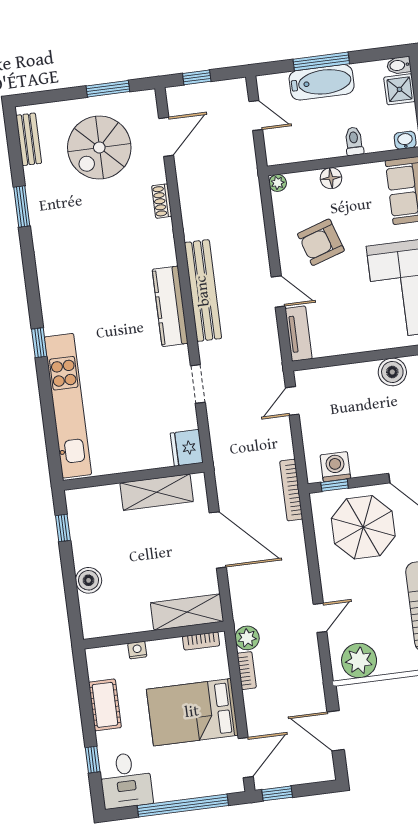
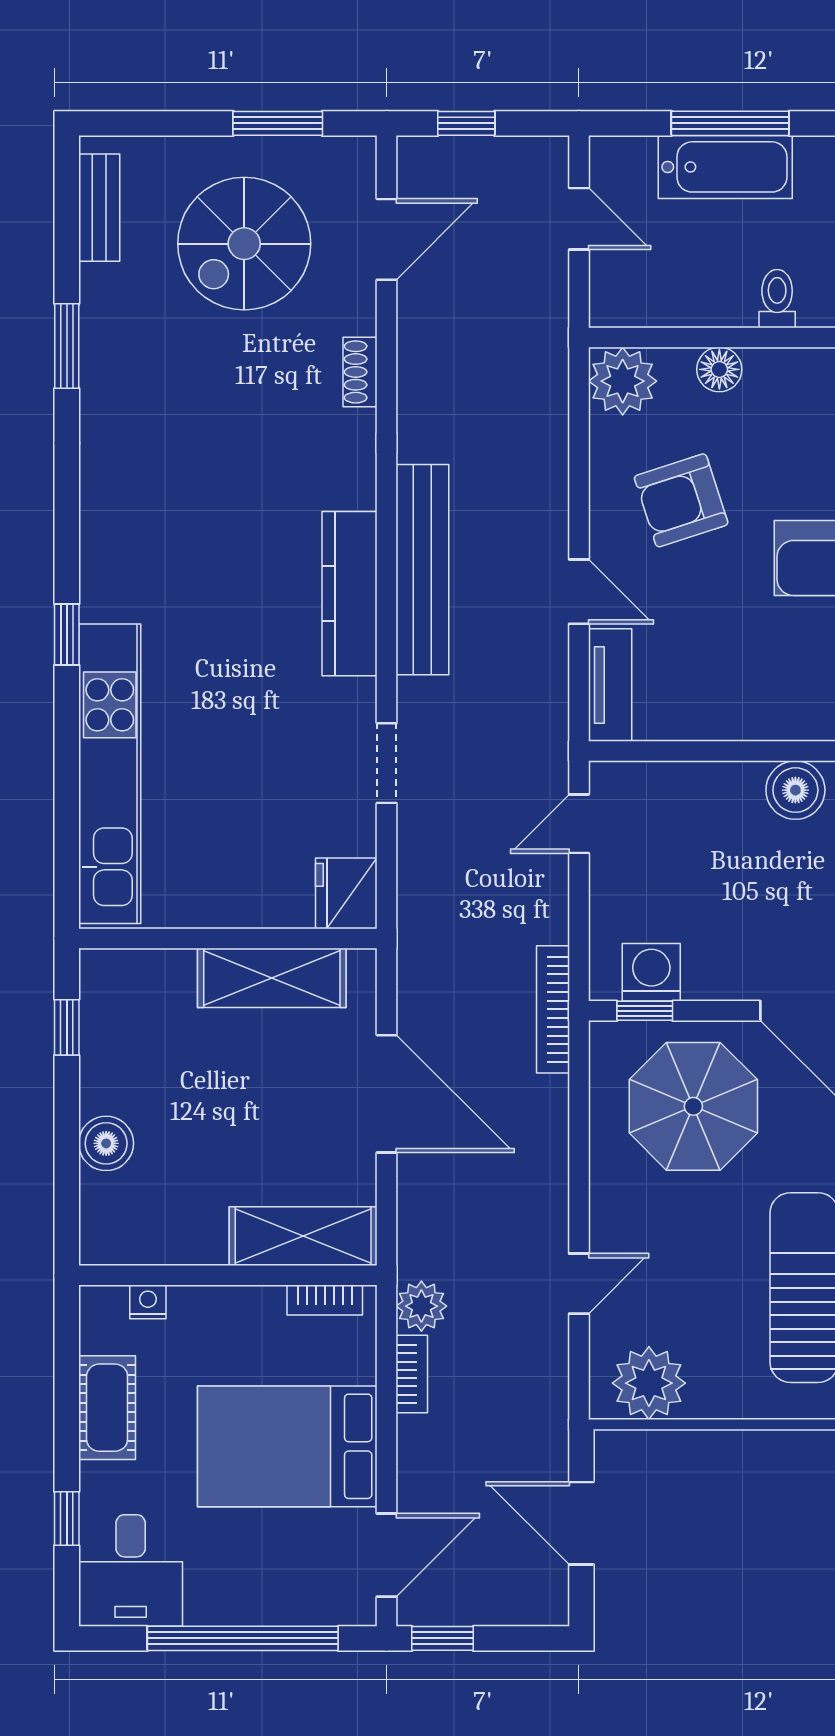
plant: (278, 183) -> (623, 381), width x1.88, depth x1.88
nightstand: (137, 650) -> (148, 1302), moved

